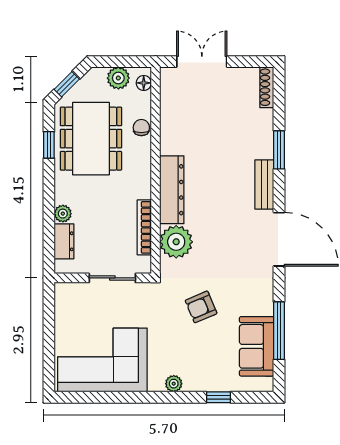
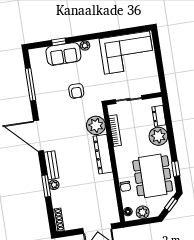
plant: (265, 150) -> (54, 185), added
plant: (63, 214) -> (158, 136), width x1.88, depth x1.88
armchair: (201, 307) -> (76, 91), turned 113
sofa: (257, 346) -> (63, 54), moved, turned 90

